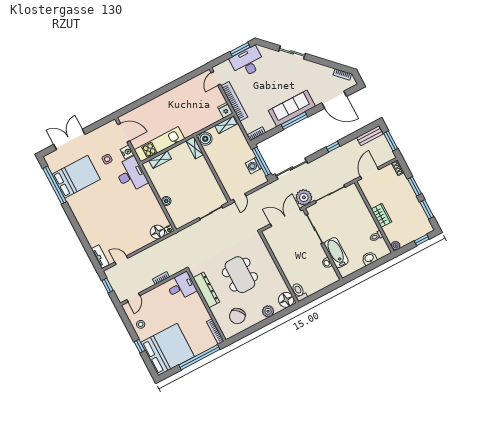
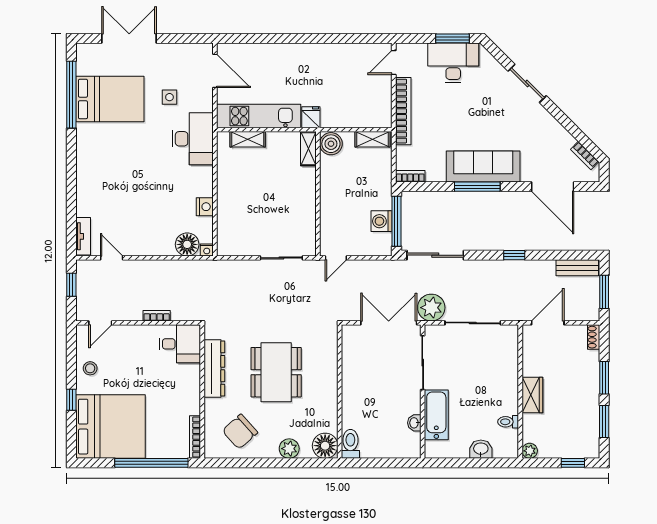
fridge: (225, 110) -> (311, 117), moved
nightstand: (127, 152) -> (205, 207), moved
boiler: (166, 201) -> (224, 205), removed

